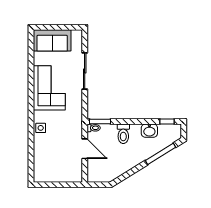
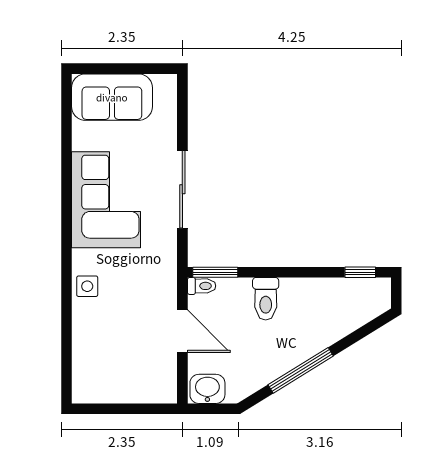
sliding door: (85, 71) -> (182, 189), moved
washbasin: (149, 131) -> (207, 389), moved, turned 180
window: (160, 154) -> (301, 370), moved

